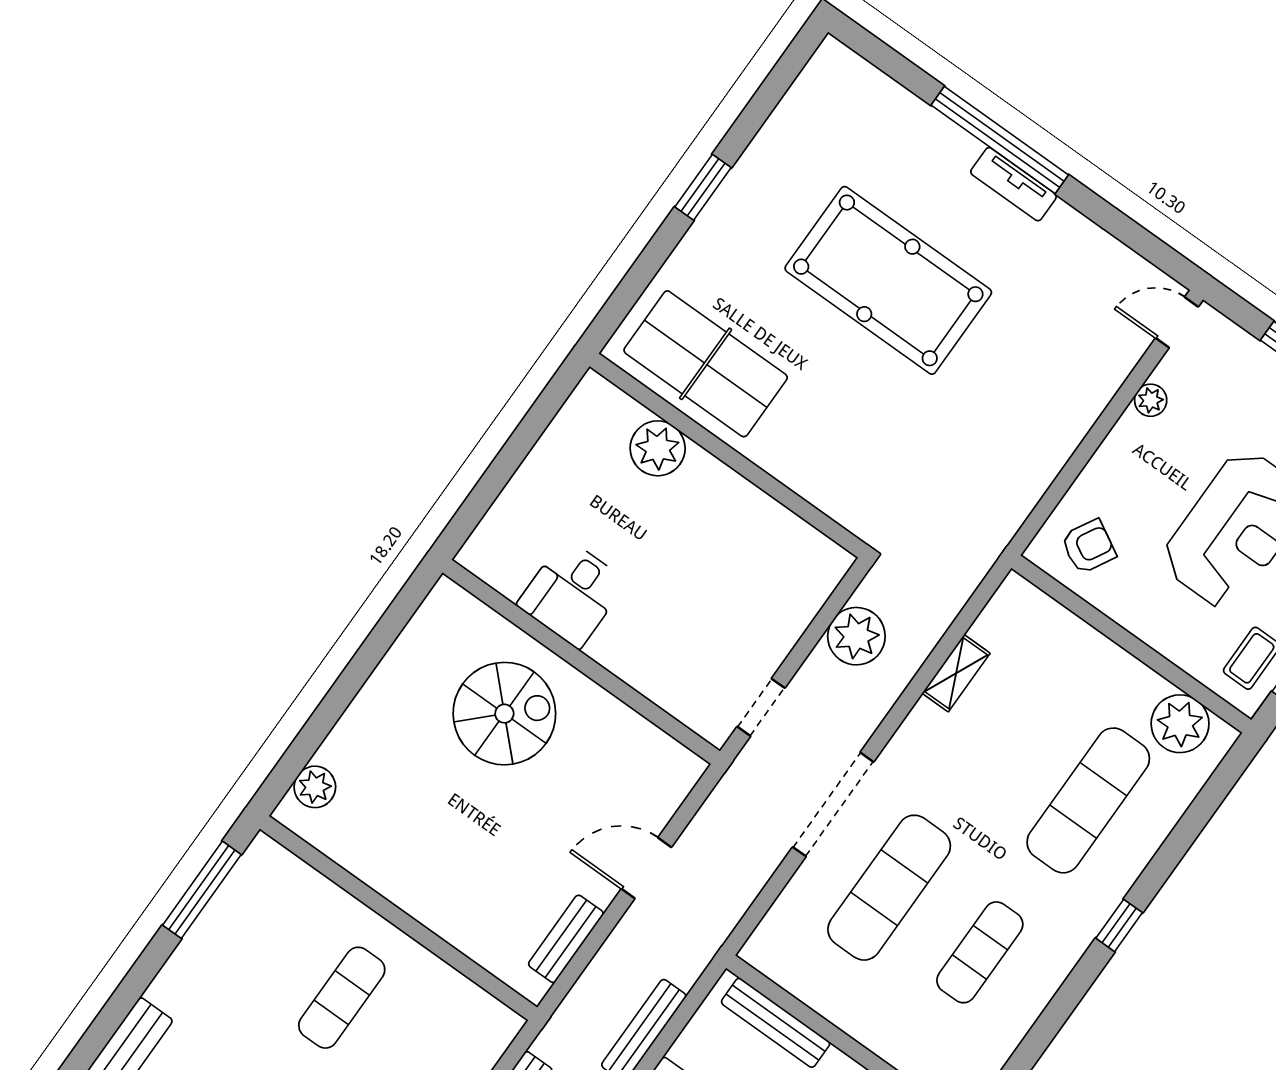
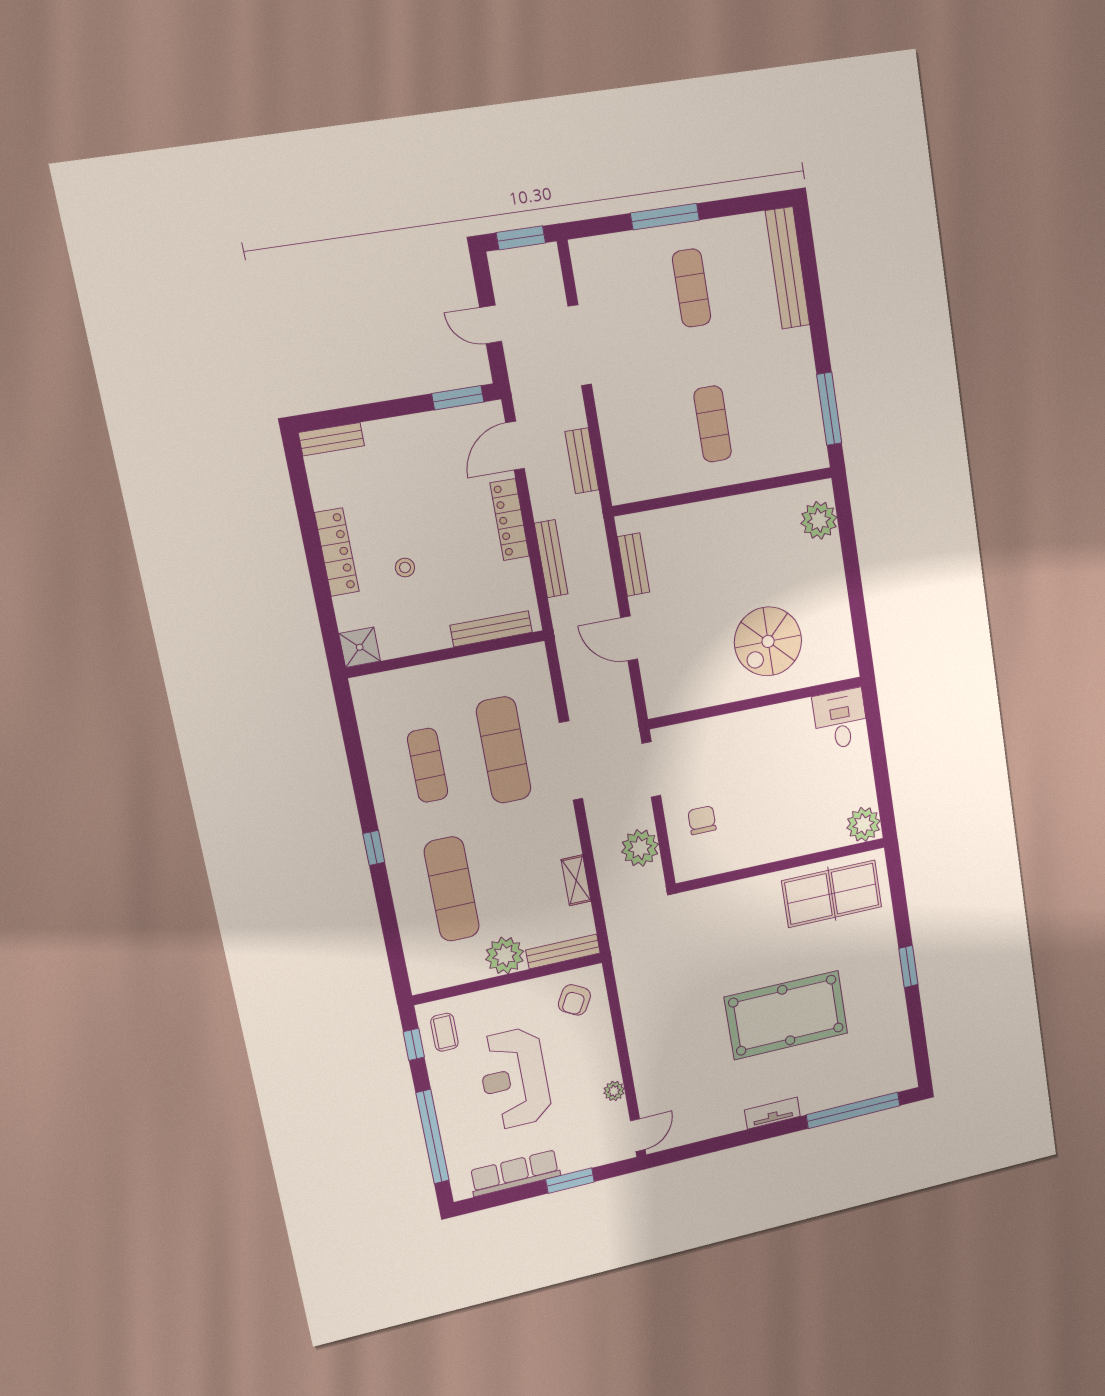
window: (1000, 140) -> (853, 1110), moved
plant: (658, 448) -> (863, 824), moved
desk: (572, 593) -> (840, 719), moved
chair: (763, 596) -> (702, 820), added
bench: (1047, 612) -> (563, 952), added
doorway: (761, 707) -> (651, 769), width x1.38
plant: (1180, 724) -> (505, 955), moved
plant: (315, 787) -> (819, 520), width x1.36, depth x1.36
door: (646, 868) -> (629, 638), swing flipped

